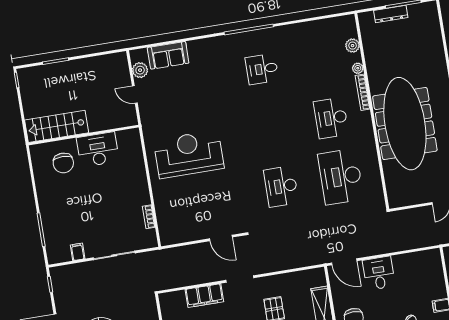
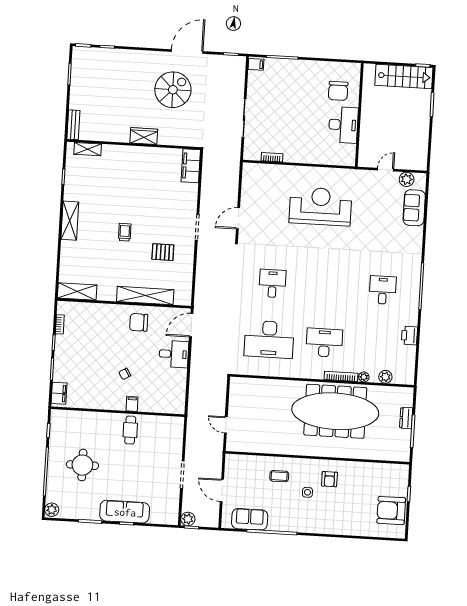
dresser: (391, 14) -> (406, 418), width x0.70
printer: (303, 30) -> (409, 336), added
meeting table: (405, 124) -> (335, 411), moved
stairs: (57, 126) -> (404, 76), moved, turned 90
reception desk: (189, 154) -> (320, 206), turned -90
chair: (63, 163) -> (338, 91), turned -90
desk: (341, 177) -> (269, 339), turned 180
desk: (281, 186) -> (272, 283), width x0.73
filing cabinet: (78, 252) -> (256, 64), moved
filing cabinet: (204, 296) -> (191, 166), moved

